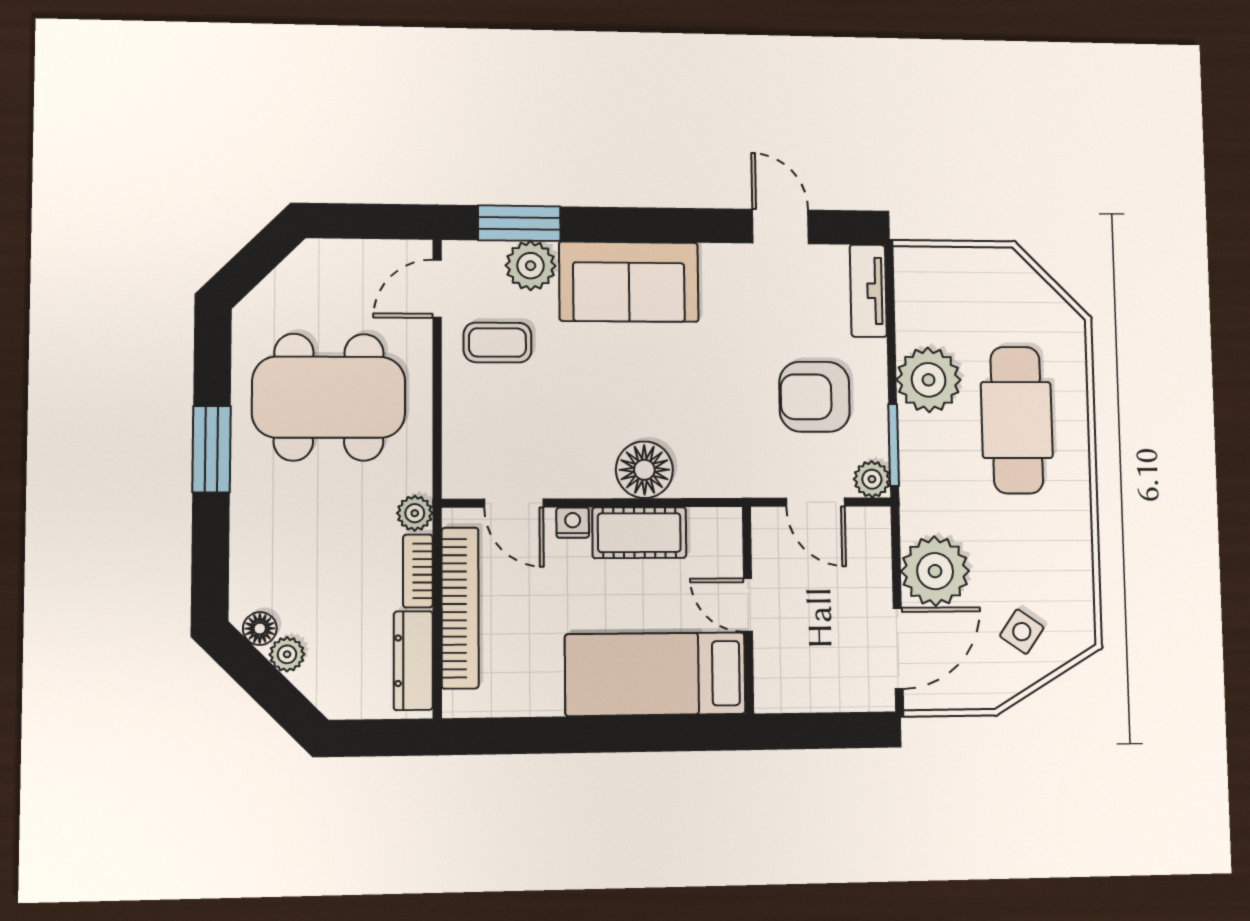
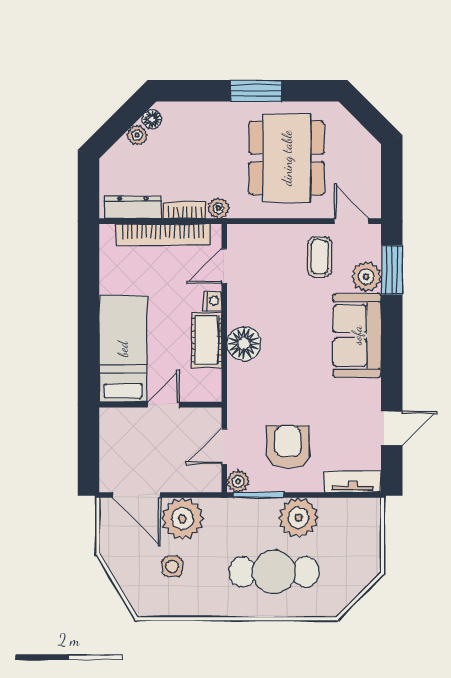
side table: (1022, 632) -> (172, 566), moved, turned -35

